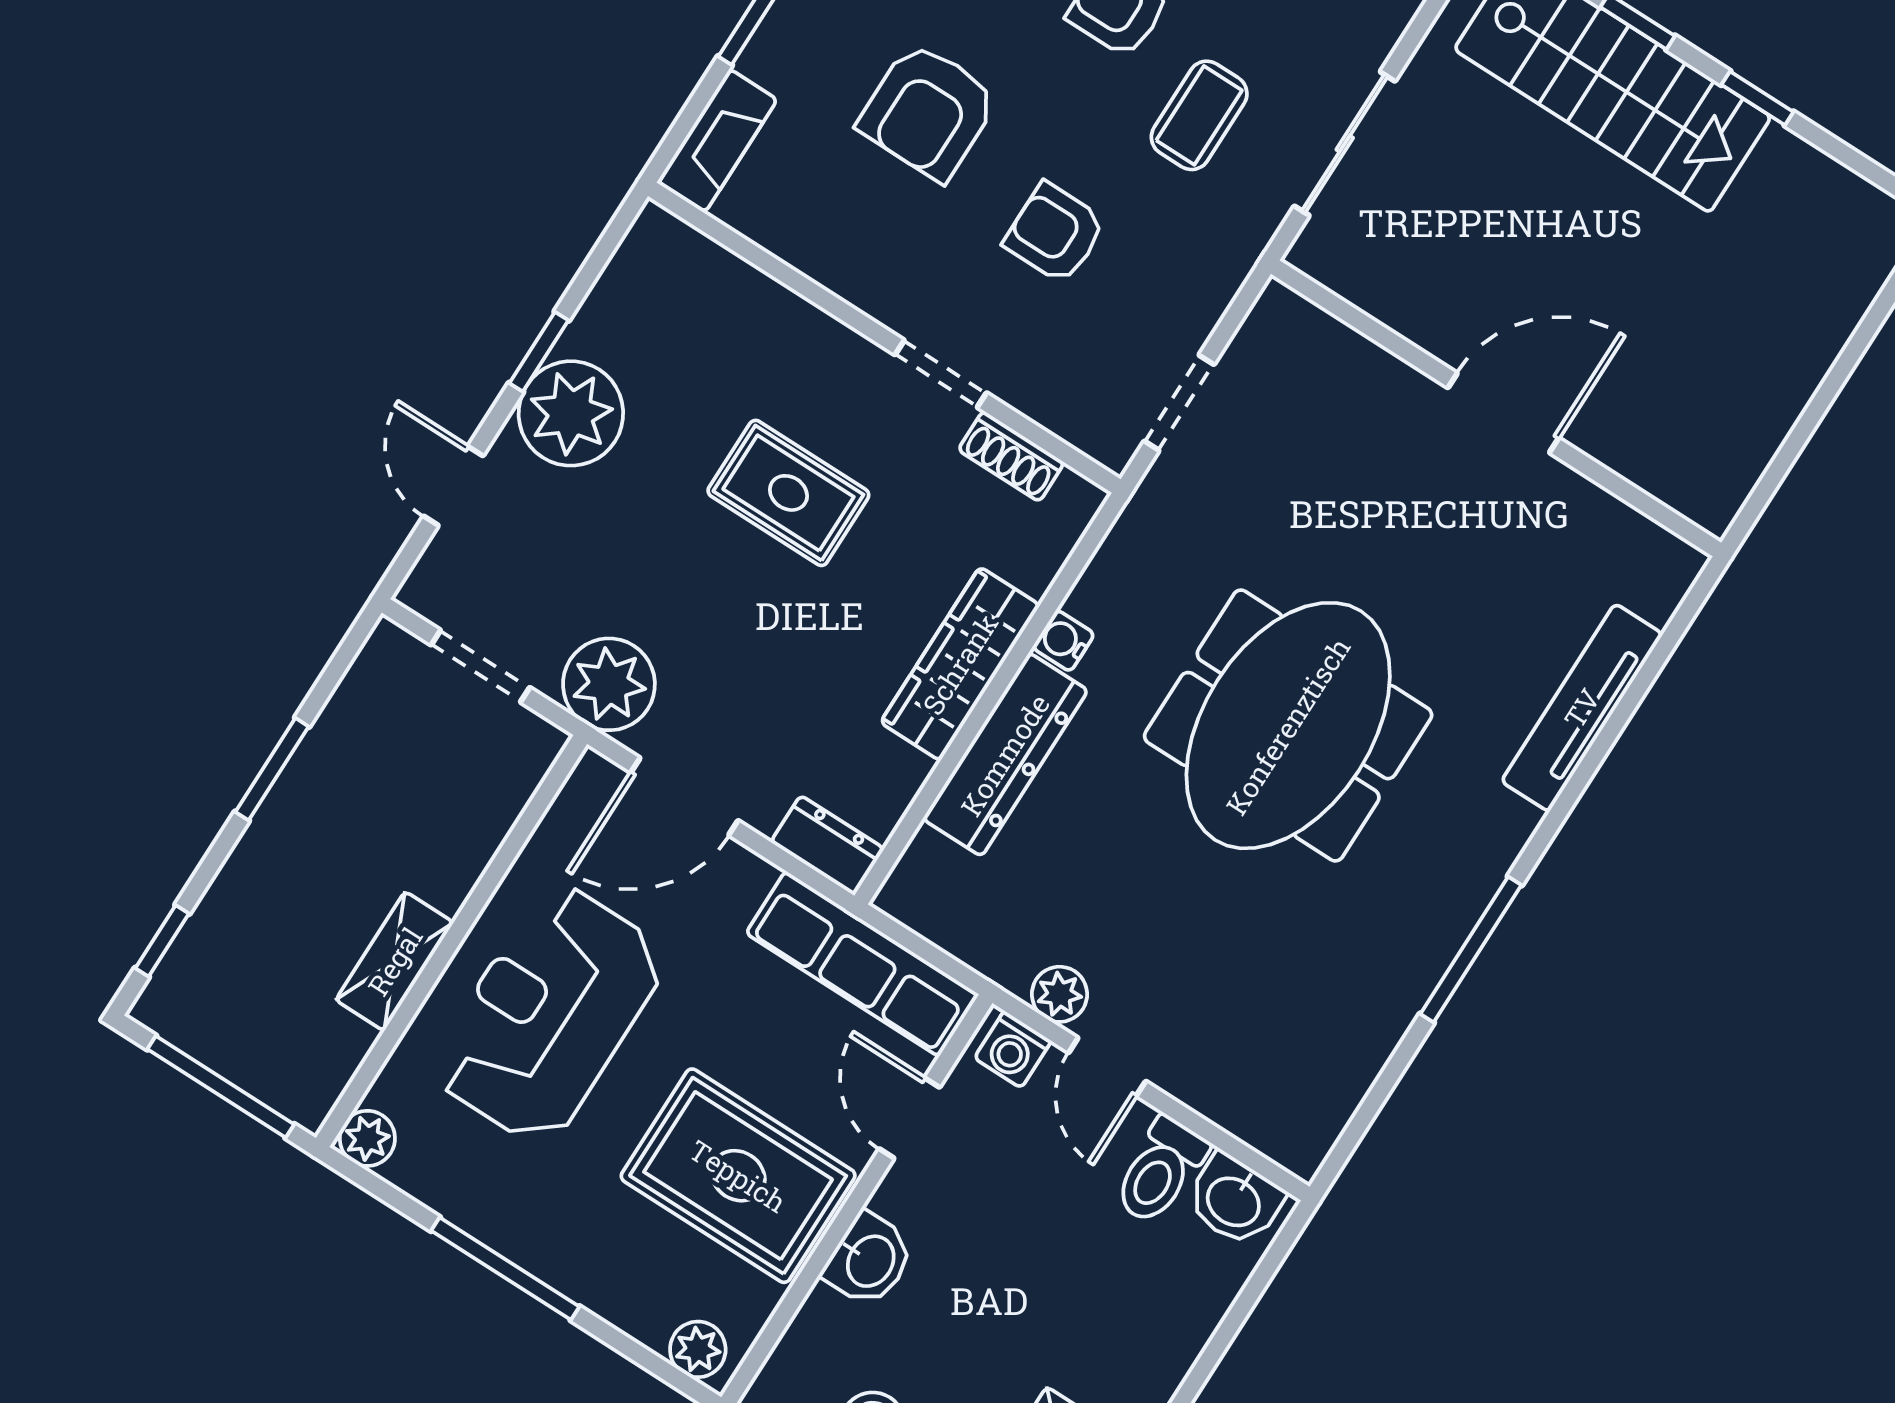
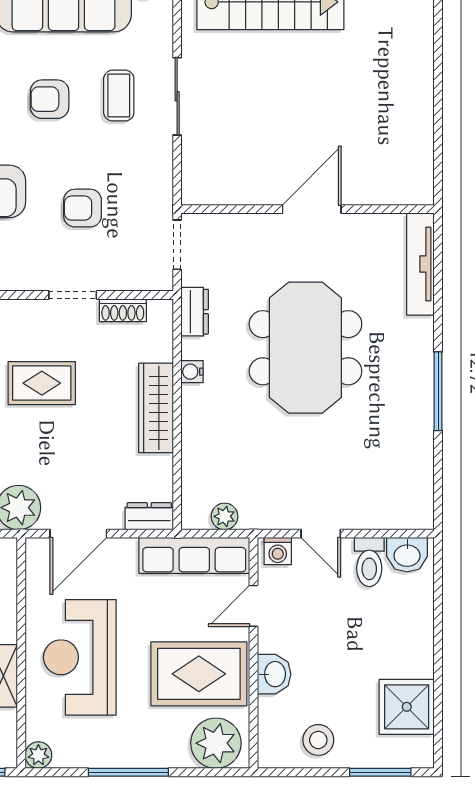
coffee table: (1199, 115) -> (119, 96), moved
wall: (1496, 408) -> (308, 209), moved
door: (1503, 413) -> (312, 209), moved
dresser: (1005, 755) -> (195, 312), moved, width x0.51, depth x0.80
plant: (1060, 994) -> (224, 516), moved
door: (909, 1118) -> (254, 606), hinge flipped
plant: (698, 1349) -> (216, 743), width x1.87, depth x1.87

